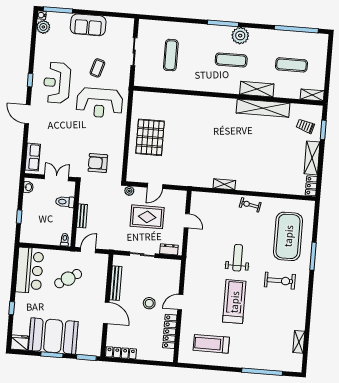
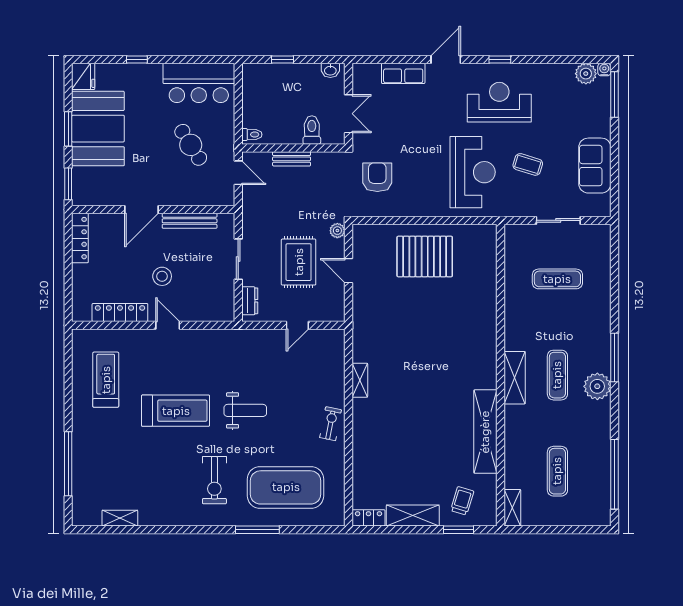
sofa: (88, 25) -> (595, 166), moved
shelving: (257, 89) -> (515, 378), moved
reception desk: (100, 103) -> (473, 172), turned 180
row of seats: (33, 157) -> (403, 73), moved

